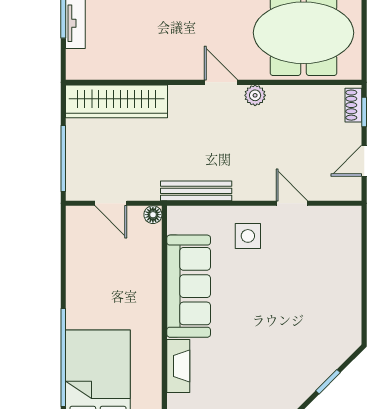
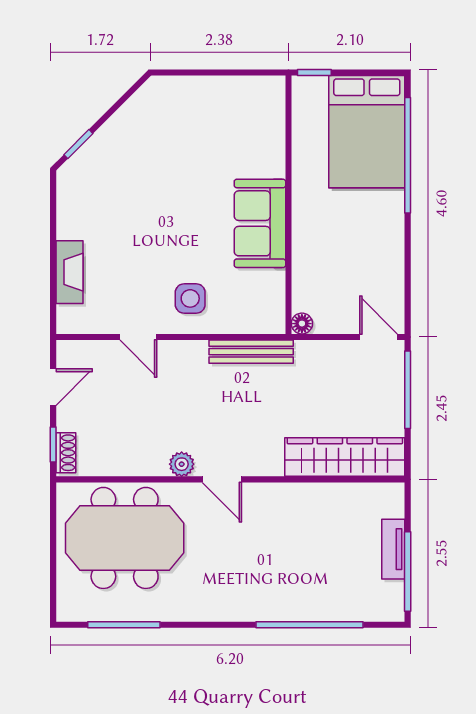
door: (111, 203) -> (378, 337), moved
sofa: (189, 286) -> (260, 223), width x0.73
fireplace: (178, 366) -> (69, 272), moved, turned 180
window: (328, 382) -> (78, 144), moved

